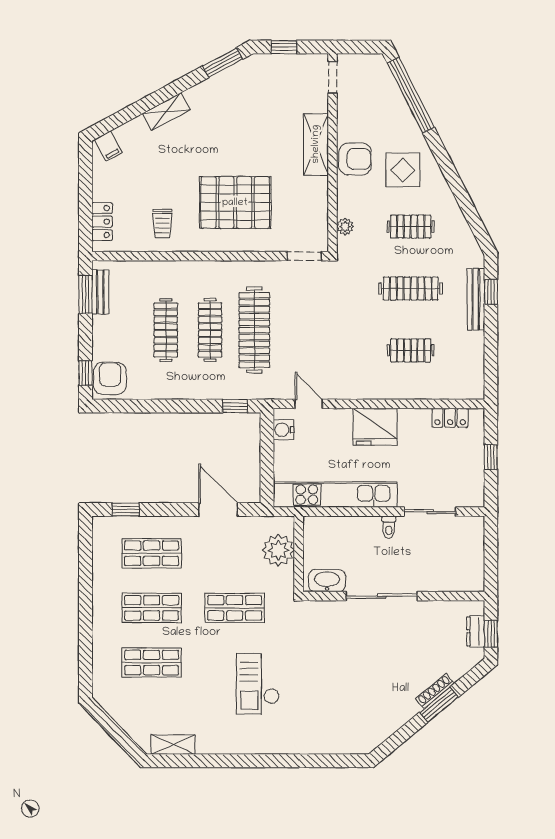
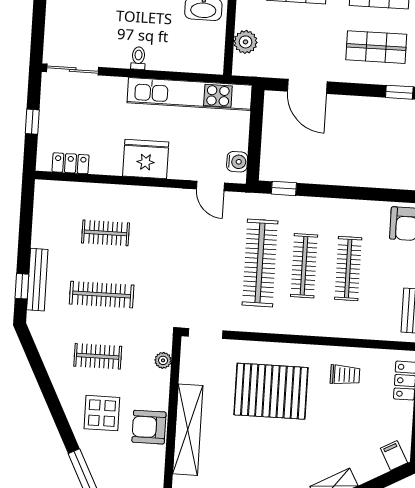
shelving: (316, 144) -> (188, 430), width x1.47
trolley: (162, 224) -> (345, 375), turned 90
sliding door: (430, 512) -> (73, 70), moved
plant: (278, 550) -> (246, 42), width x0.73, depth x0.73

